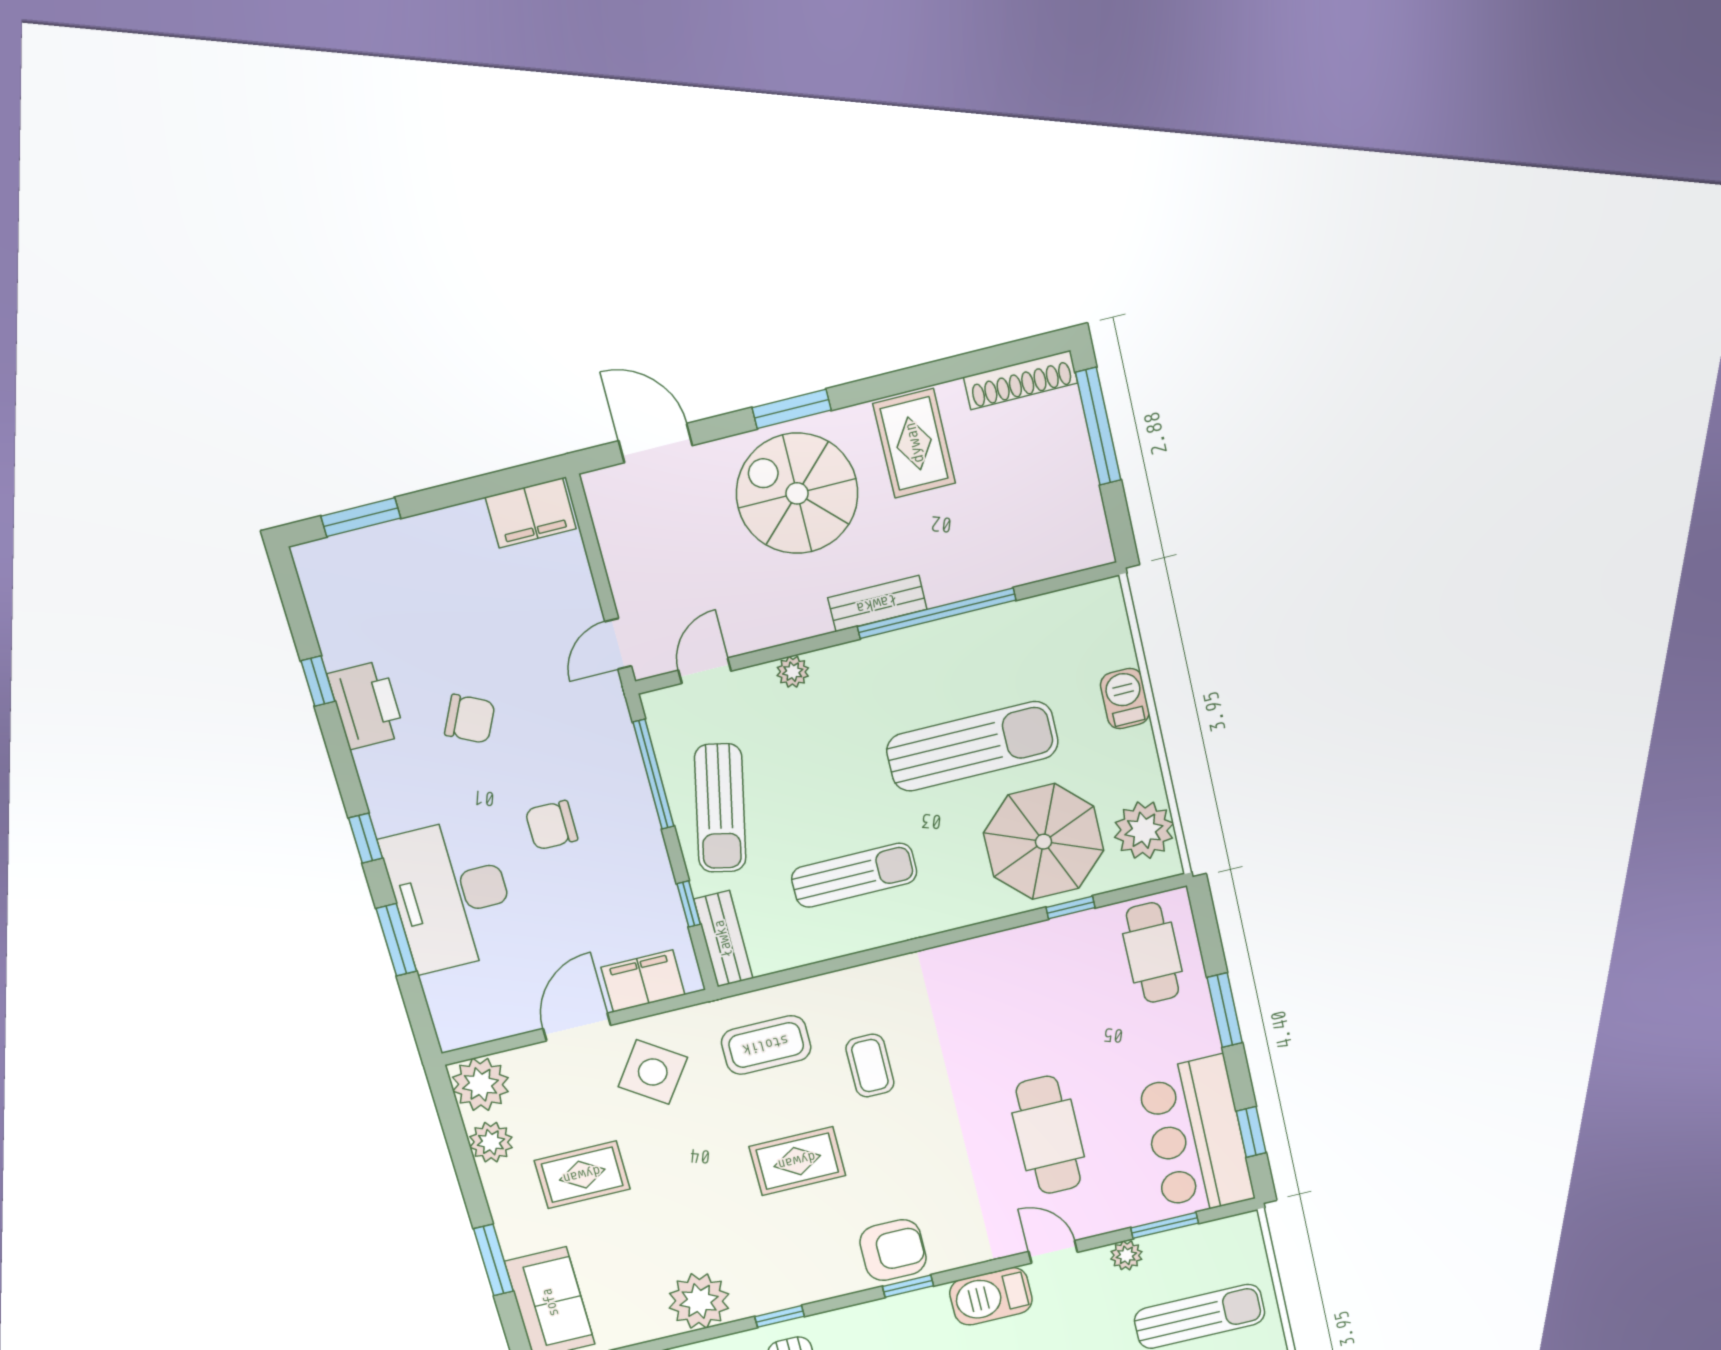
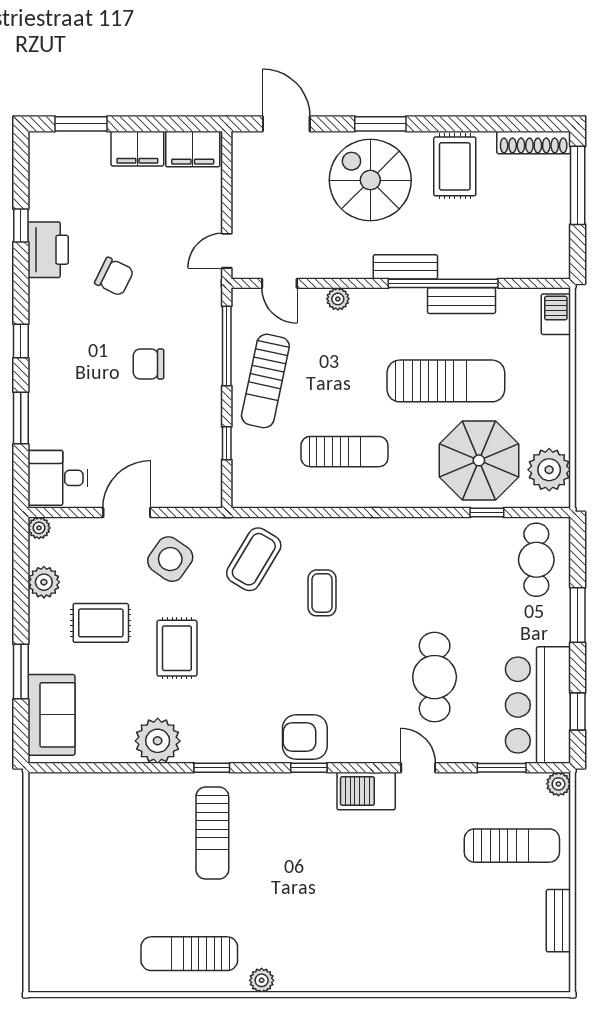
door: (705, 671) -> (279, 283), swing flipped
barbecue: (1125, 699) -> (556, 314), moved
desk: (451, 895) -> (58, 478), moved, width x0.53, depth x0.77
bench: (723, 939) -> (462, 301), moved, turned 90
filing cabinet: (643, 981) -> (137, 149), moved, turned 180
coffee table: (766, 1045) -> (254, 559), turned -59
plant: (481, 1084) -> (39, 528), width x0.53, depth x0.53
rug: (797, 1161) -> (177, 648), moved, turned 90
armchair: (893, 1250) -> (305, 737), turned 180
plant: (1126, 1255) -> (558, 784), moved

